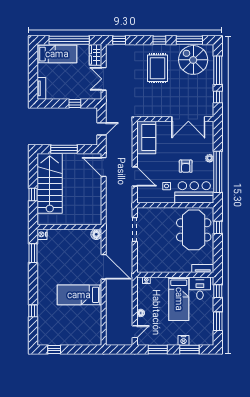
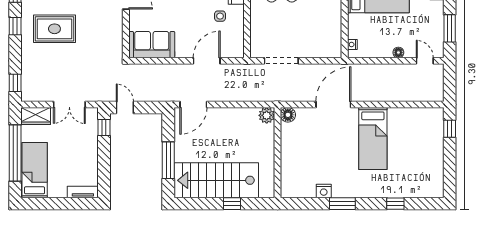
window: (75, 103) -> (104, 127), moved
door: (102, 129) -> (125, 107), moved
plant: (96, 219) -> (267, 115), added
nightstand: (42, 234) -> (324, 191), moved
window: (33, 253) -> (342, 204), moved
window: (54, 349) -> (450, 129), moved

